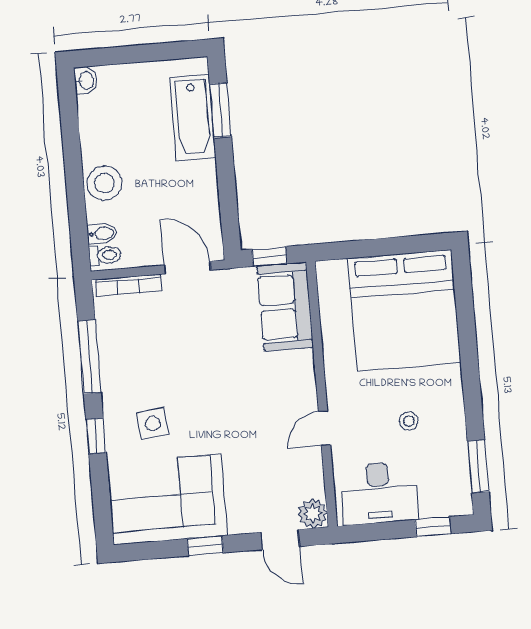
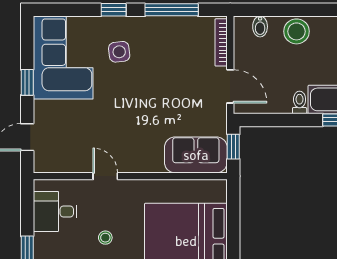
toilet: (105, 255) -> (300, 102), moved, turned 180
door: (187, 268) -> (230, 86), hinge flipped
desk: (379, 493) -> (55, 212), width x0.73
plant: (313, 514) -> (44, 162), removed

